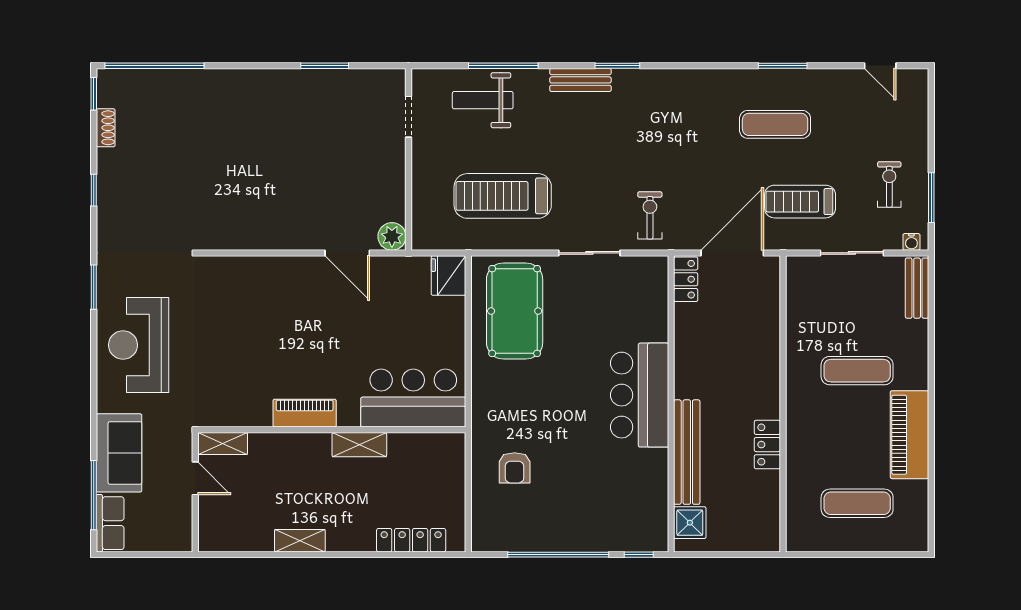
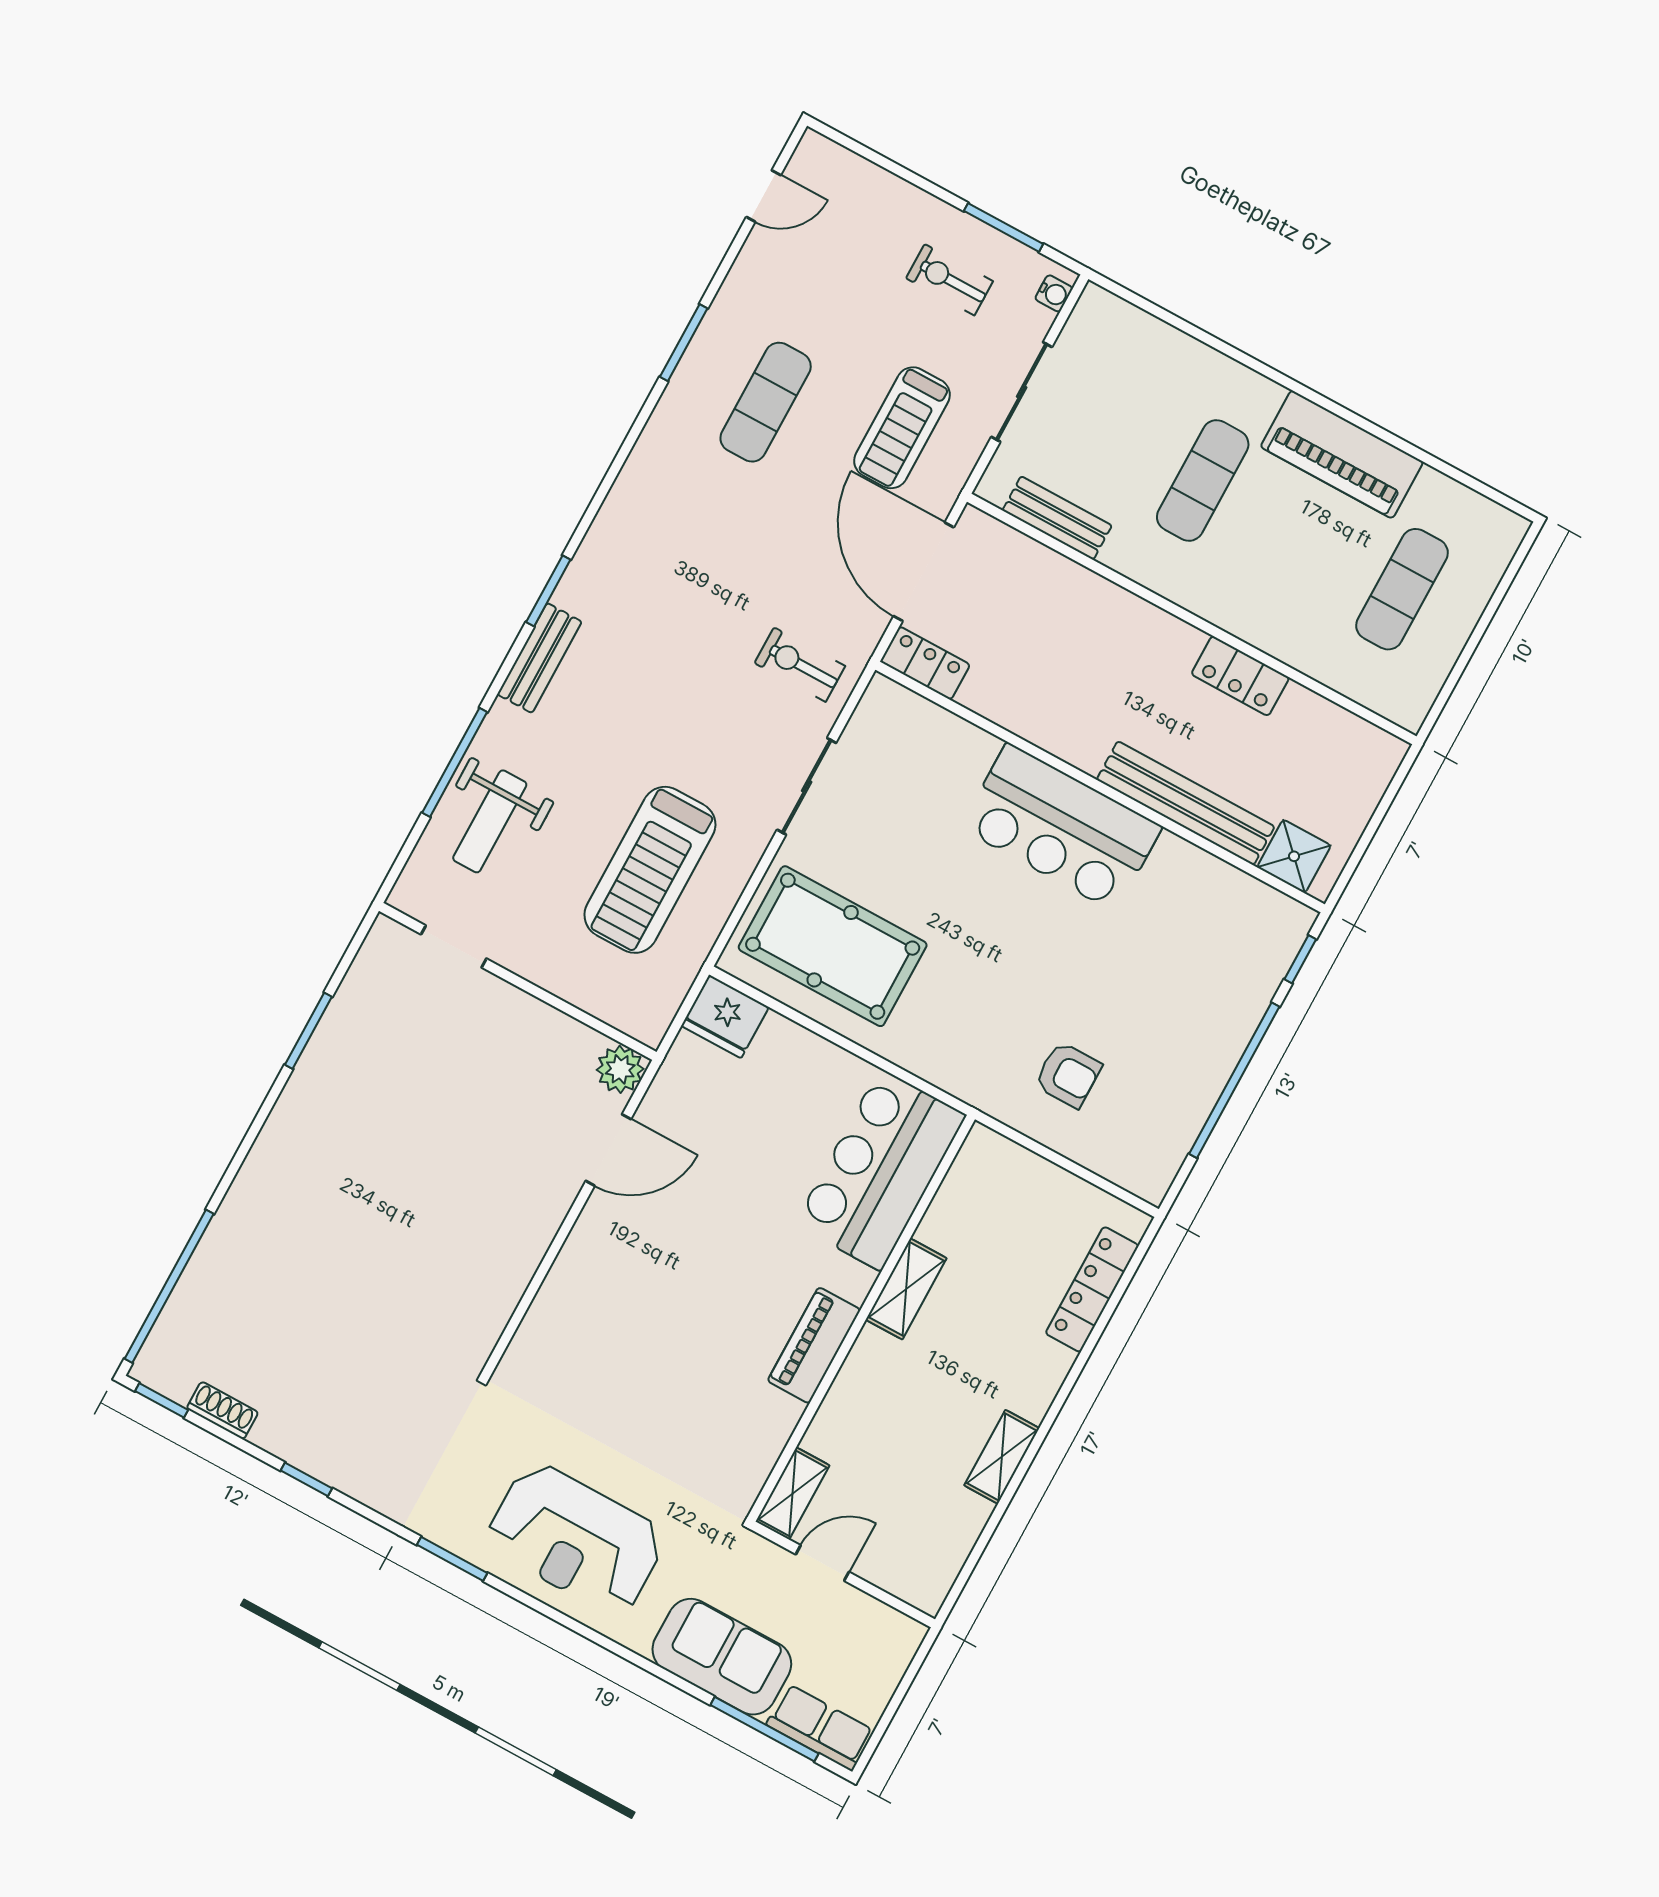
bench: (917, 288) -> (1057, 518), moved

